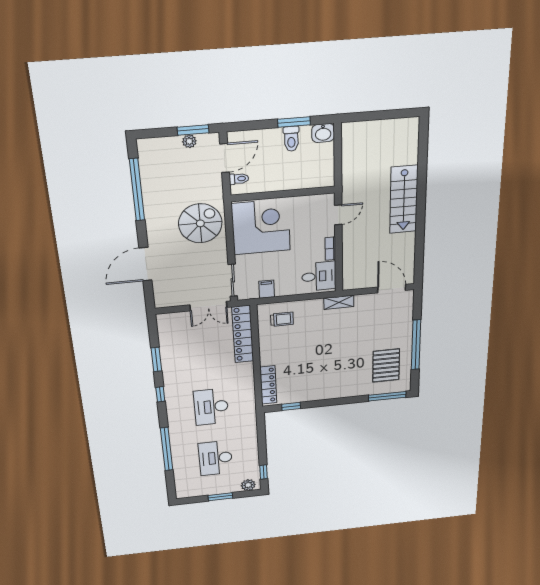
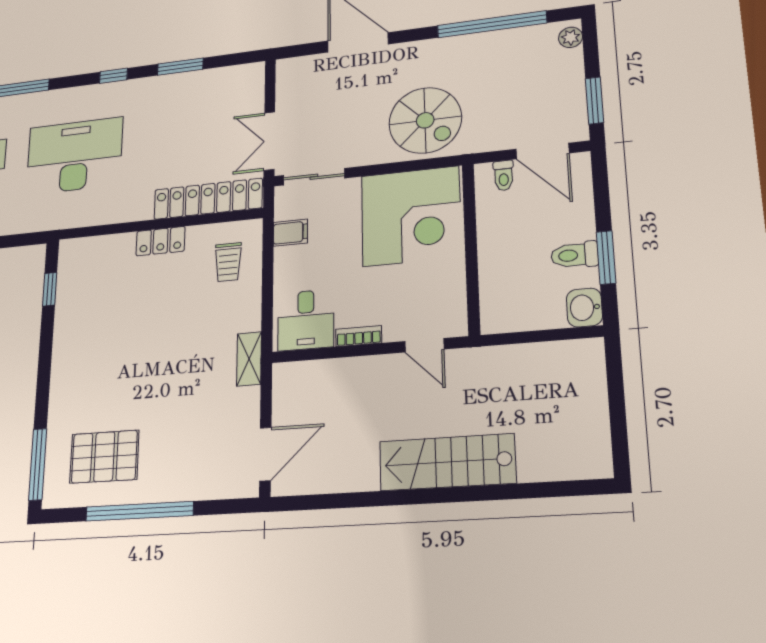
plant: (189, 141) -> (571, 37), moved
locker: (268, 385) -> (161, 241), moved, width x0.66
desk: (211, 407) -> (74, 156), width x1.36, depth x1.30

